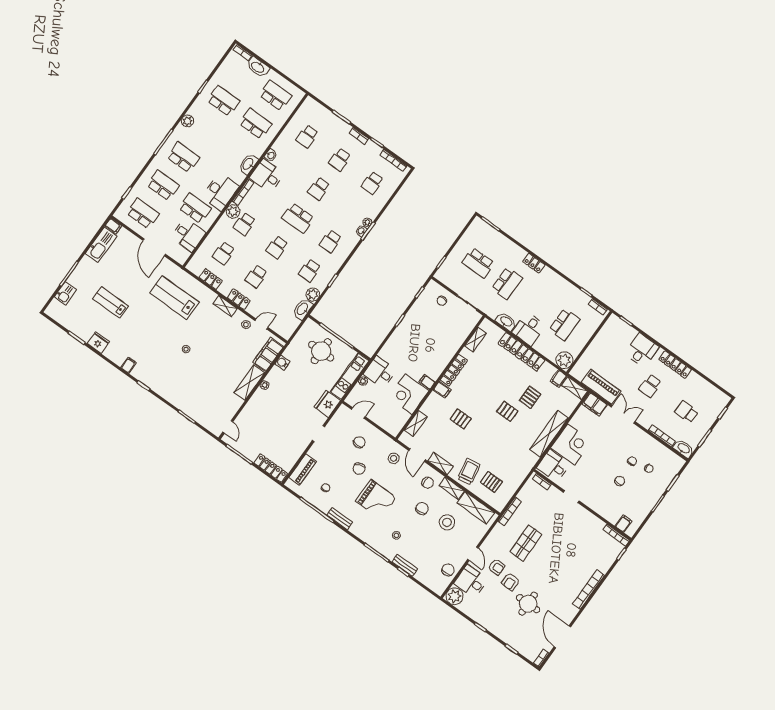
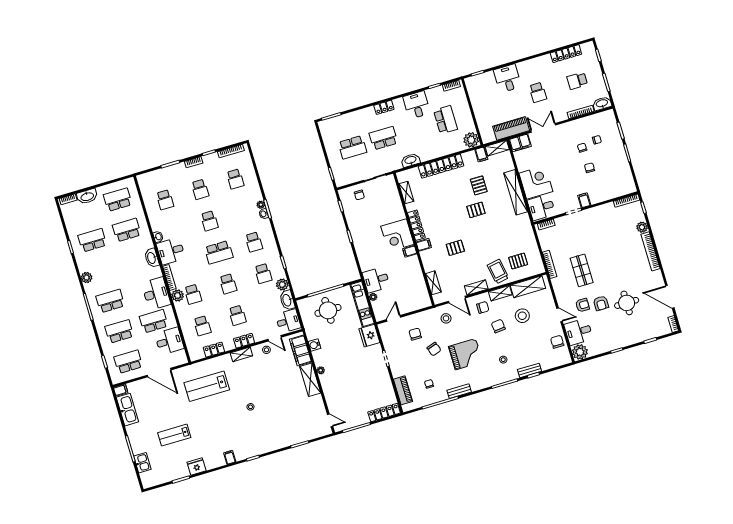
school desk: (507, 283) -> (383, 138), turned -90
door: (261, 324) -> (275, 338), swing flipped
desk: (285, 324) -> (288, 321), added
desk: (529, 329) -> (417, 105), moved, turned 180
locker: (675, 365) -> (566, 54), moved
corner desk: (409, 394) -> (397, 235), moved
filing cabinet: (623, 524) -> (584, 200), moved
plant: (604, 566) -> (642, 227), added

